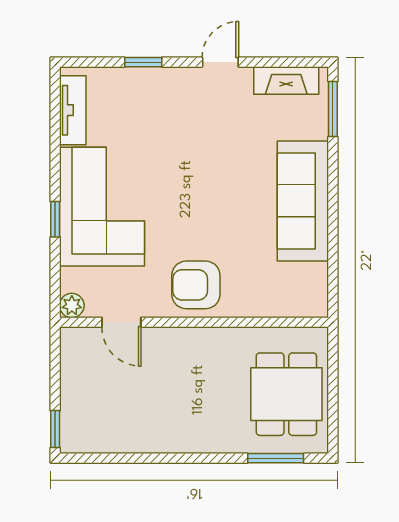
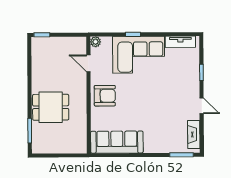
sofa: (303, 201) -> (117, 142), moved
armchair: (196, 285) -> (105, 96), turned 90
door: (121, 322) -> (88, 63), hinge flipped
dining table: (286, 394) -> (51, 107), moved

